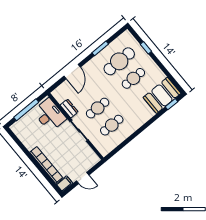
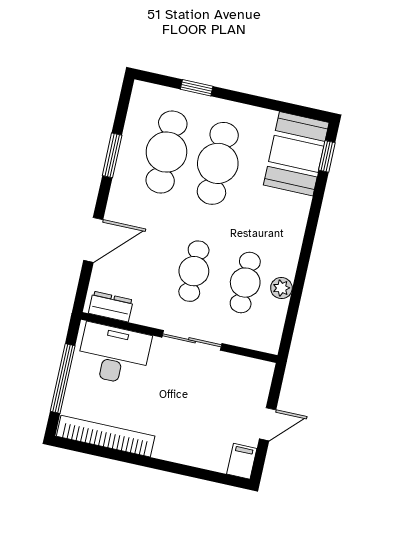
door: (72, 72) -> (93, 240), hinge flipped
cafe table: (133, 78) -> (218, 163), width x1.37, depth x1.35
dresser: (69, 108) -> (111, 307), moved
plant: (122, 136) -> (281, 288), added
bookcase: (46, 165) -> (106, 436), moved

